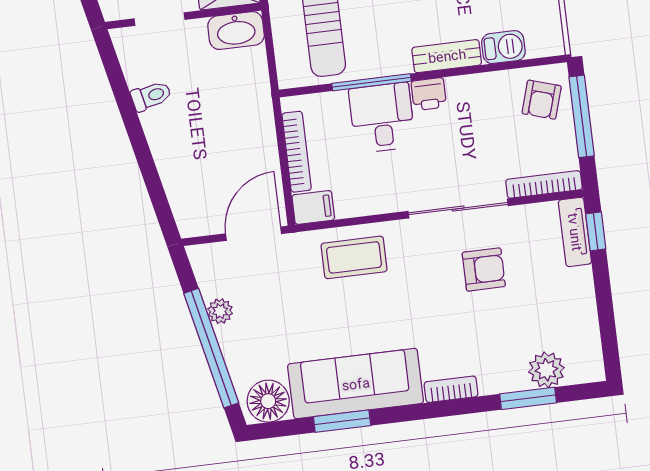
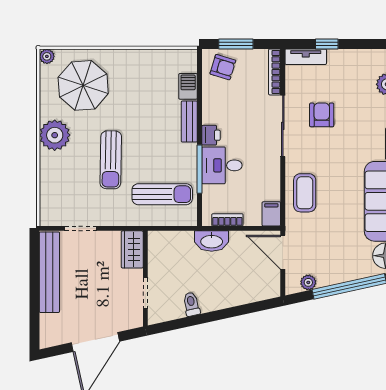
washbasin: (236, 31) -> (212, 241), moved, turned 90
window: (582, 116) -> (236, 44), width x0.69
bookcase: (297, 152) -> (227, 220), width x0.64
window: (596, 231) -> (327, 44), moved
plant: (220, 311) -> (308, 282), moved

